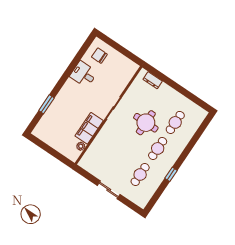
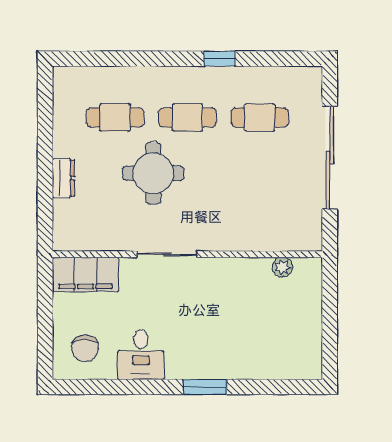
dresser: (153, 80) -> (63, 178), moved
window: (46, 104) -> (205, 387), moved
filing cabinet: (89, 128) -> (86, 274), moved
sliding door: (109, 190) -> (330, 158), width x1.86

